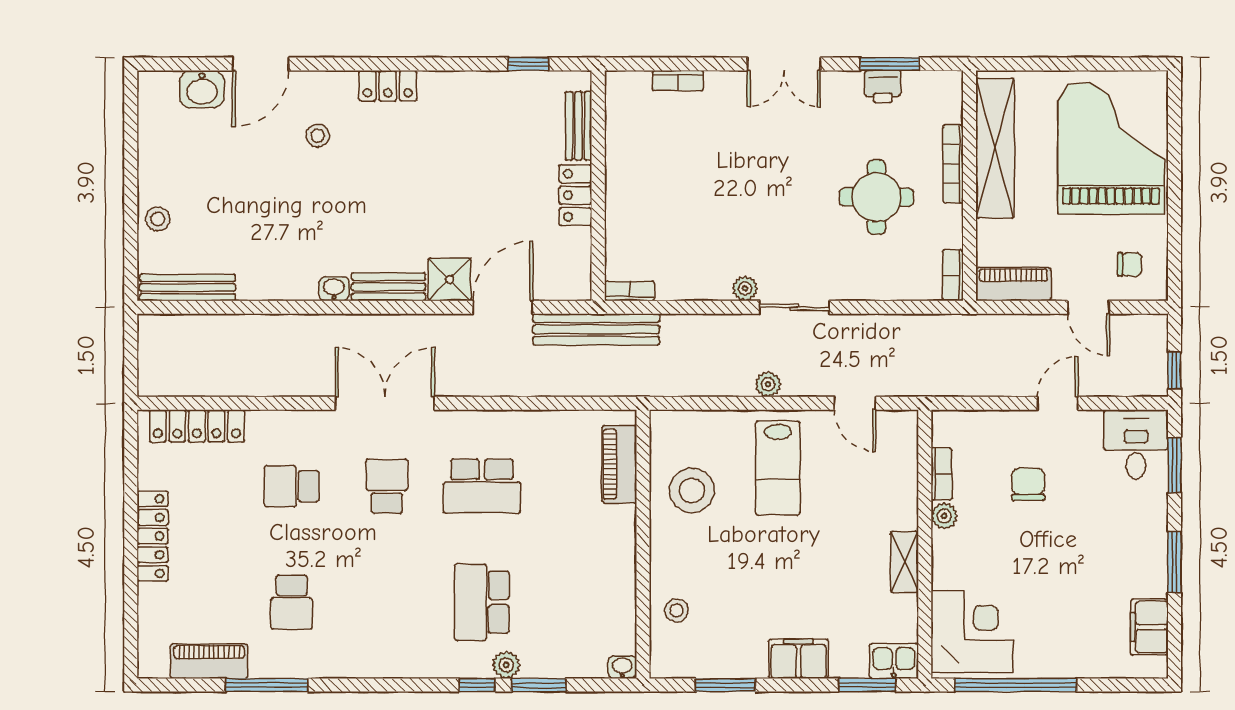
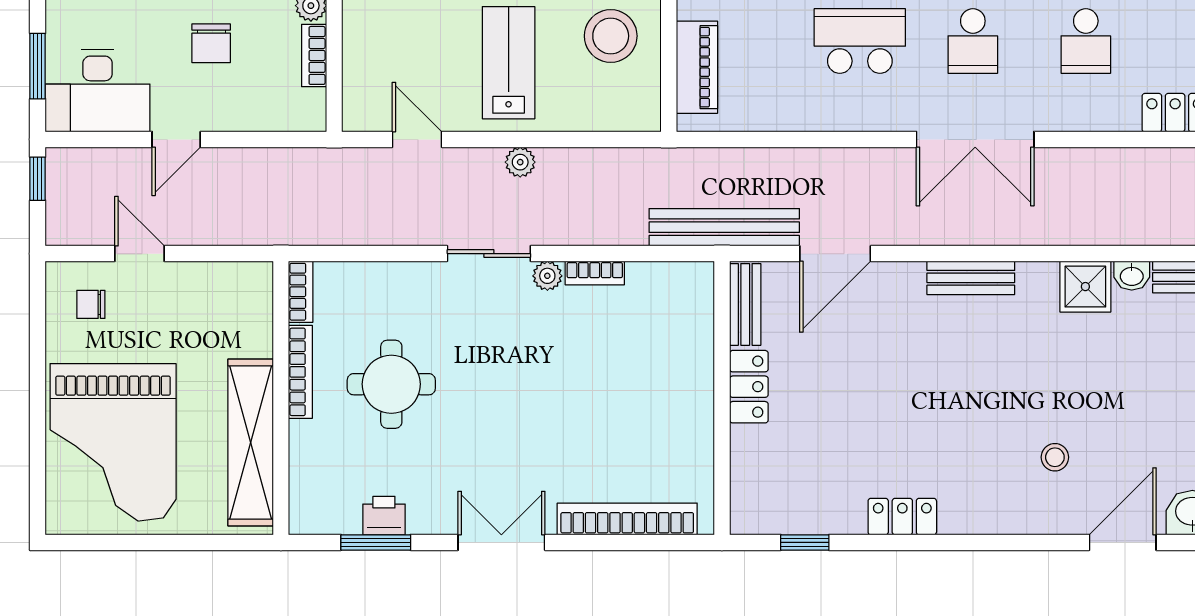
bookcase: (678, 81) -> (627, 519), width x2.31, depth x1.31
locker: (388, 86) -> (902, 517), moved
bench: (579, 126) -> (745, 304), moved
bookcase: (953, 164) -> (300, 372), moved
shower: (449, 279) -> (1085, 287), moved
piano: (1013, 284) -> (229, 281), removed
washbasin: (334, 289) -> (1132, 276), moved
bookcase: (629, 291) -> (595, 273), moved
desk: (1136, 444) -> (98, 91), width x1.37
school desk: (292, 486) -> (1086, 41), turned 90

